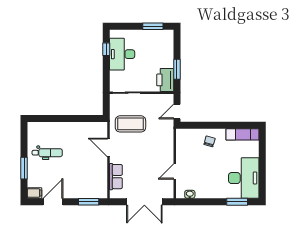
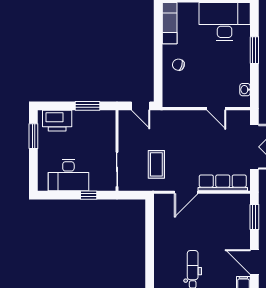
window: (106, 49) -> (89, 195), moved
printer: (165, 80) -> (57, 121), moved
coffee table: (130, 124) -> (156, 164), width x0.73, depth x0.76
row of seats: (116, 177) -> (223, 183), width x1.48
window: (237, 202) -> (254, 50), moved

